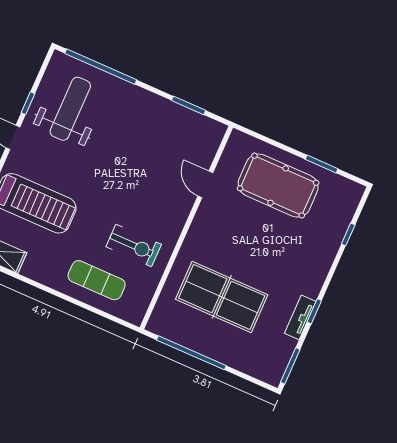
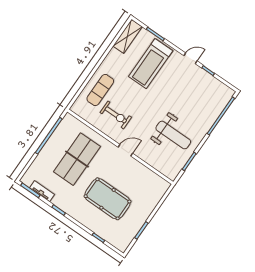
weight bench: (70, 109) -> (173, 135), moved
door: (205, 184) -> (125, 150), moved
pool table: (278, 186) -> (107, 199), moved, turned 90
exercise bike: (134, 246) -> (116, 115), turned -90
tv unit: (300, 317) -> (42, 191), moved

